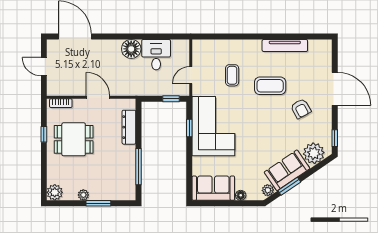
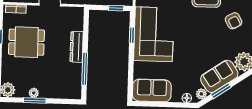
dresser: (129, 127) -> (77, 47), moved
floor lamp: (241, 195) -> (187, 98), moved
window: (98, 203) -> (35, 100), moved

